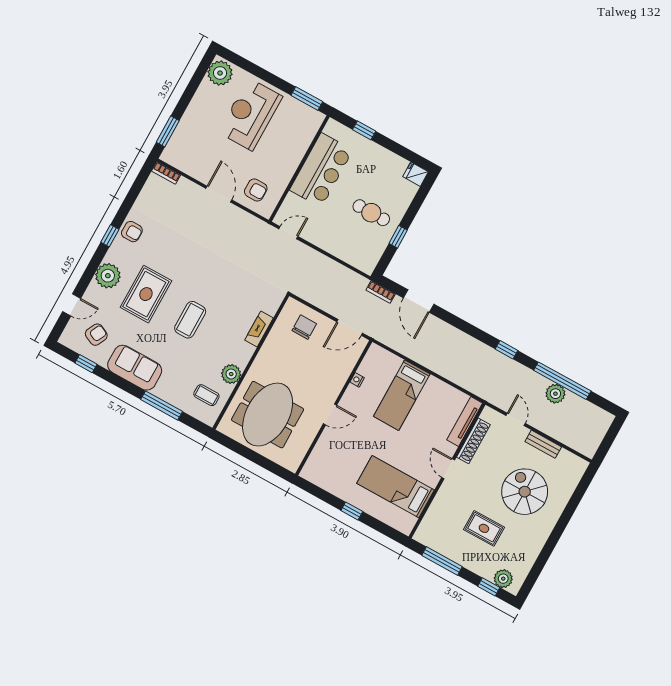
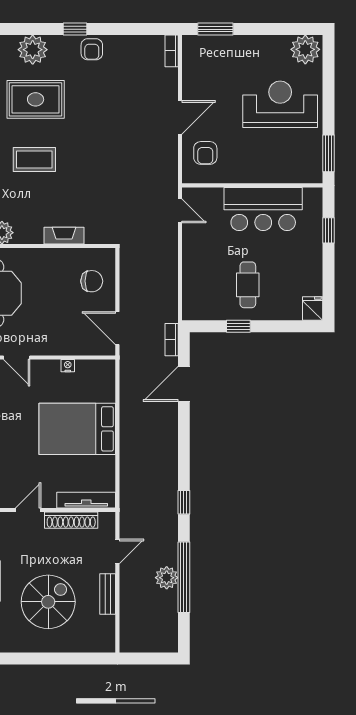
bed: (402, 395) -> (77, 429), width x1.50

